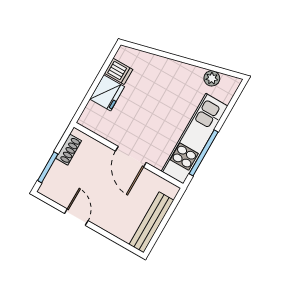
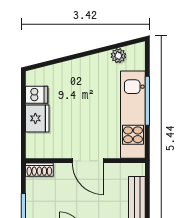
shoe rack: (69, 150) -> (39, 170), moved, turned 90
window: (204, 153) -> (147, 101), moved

